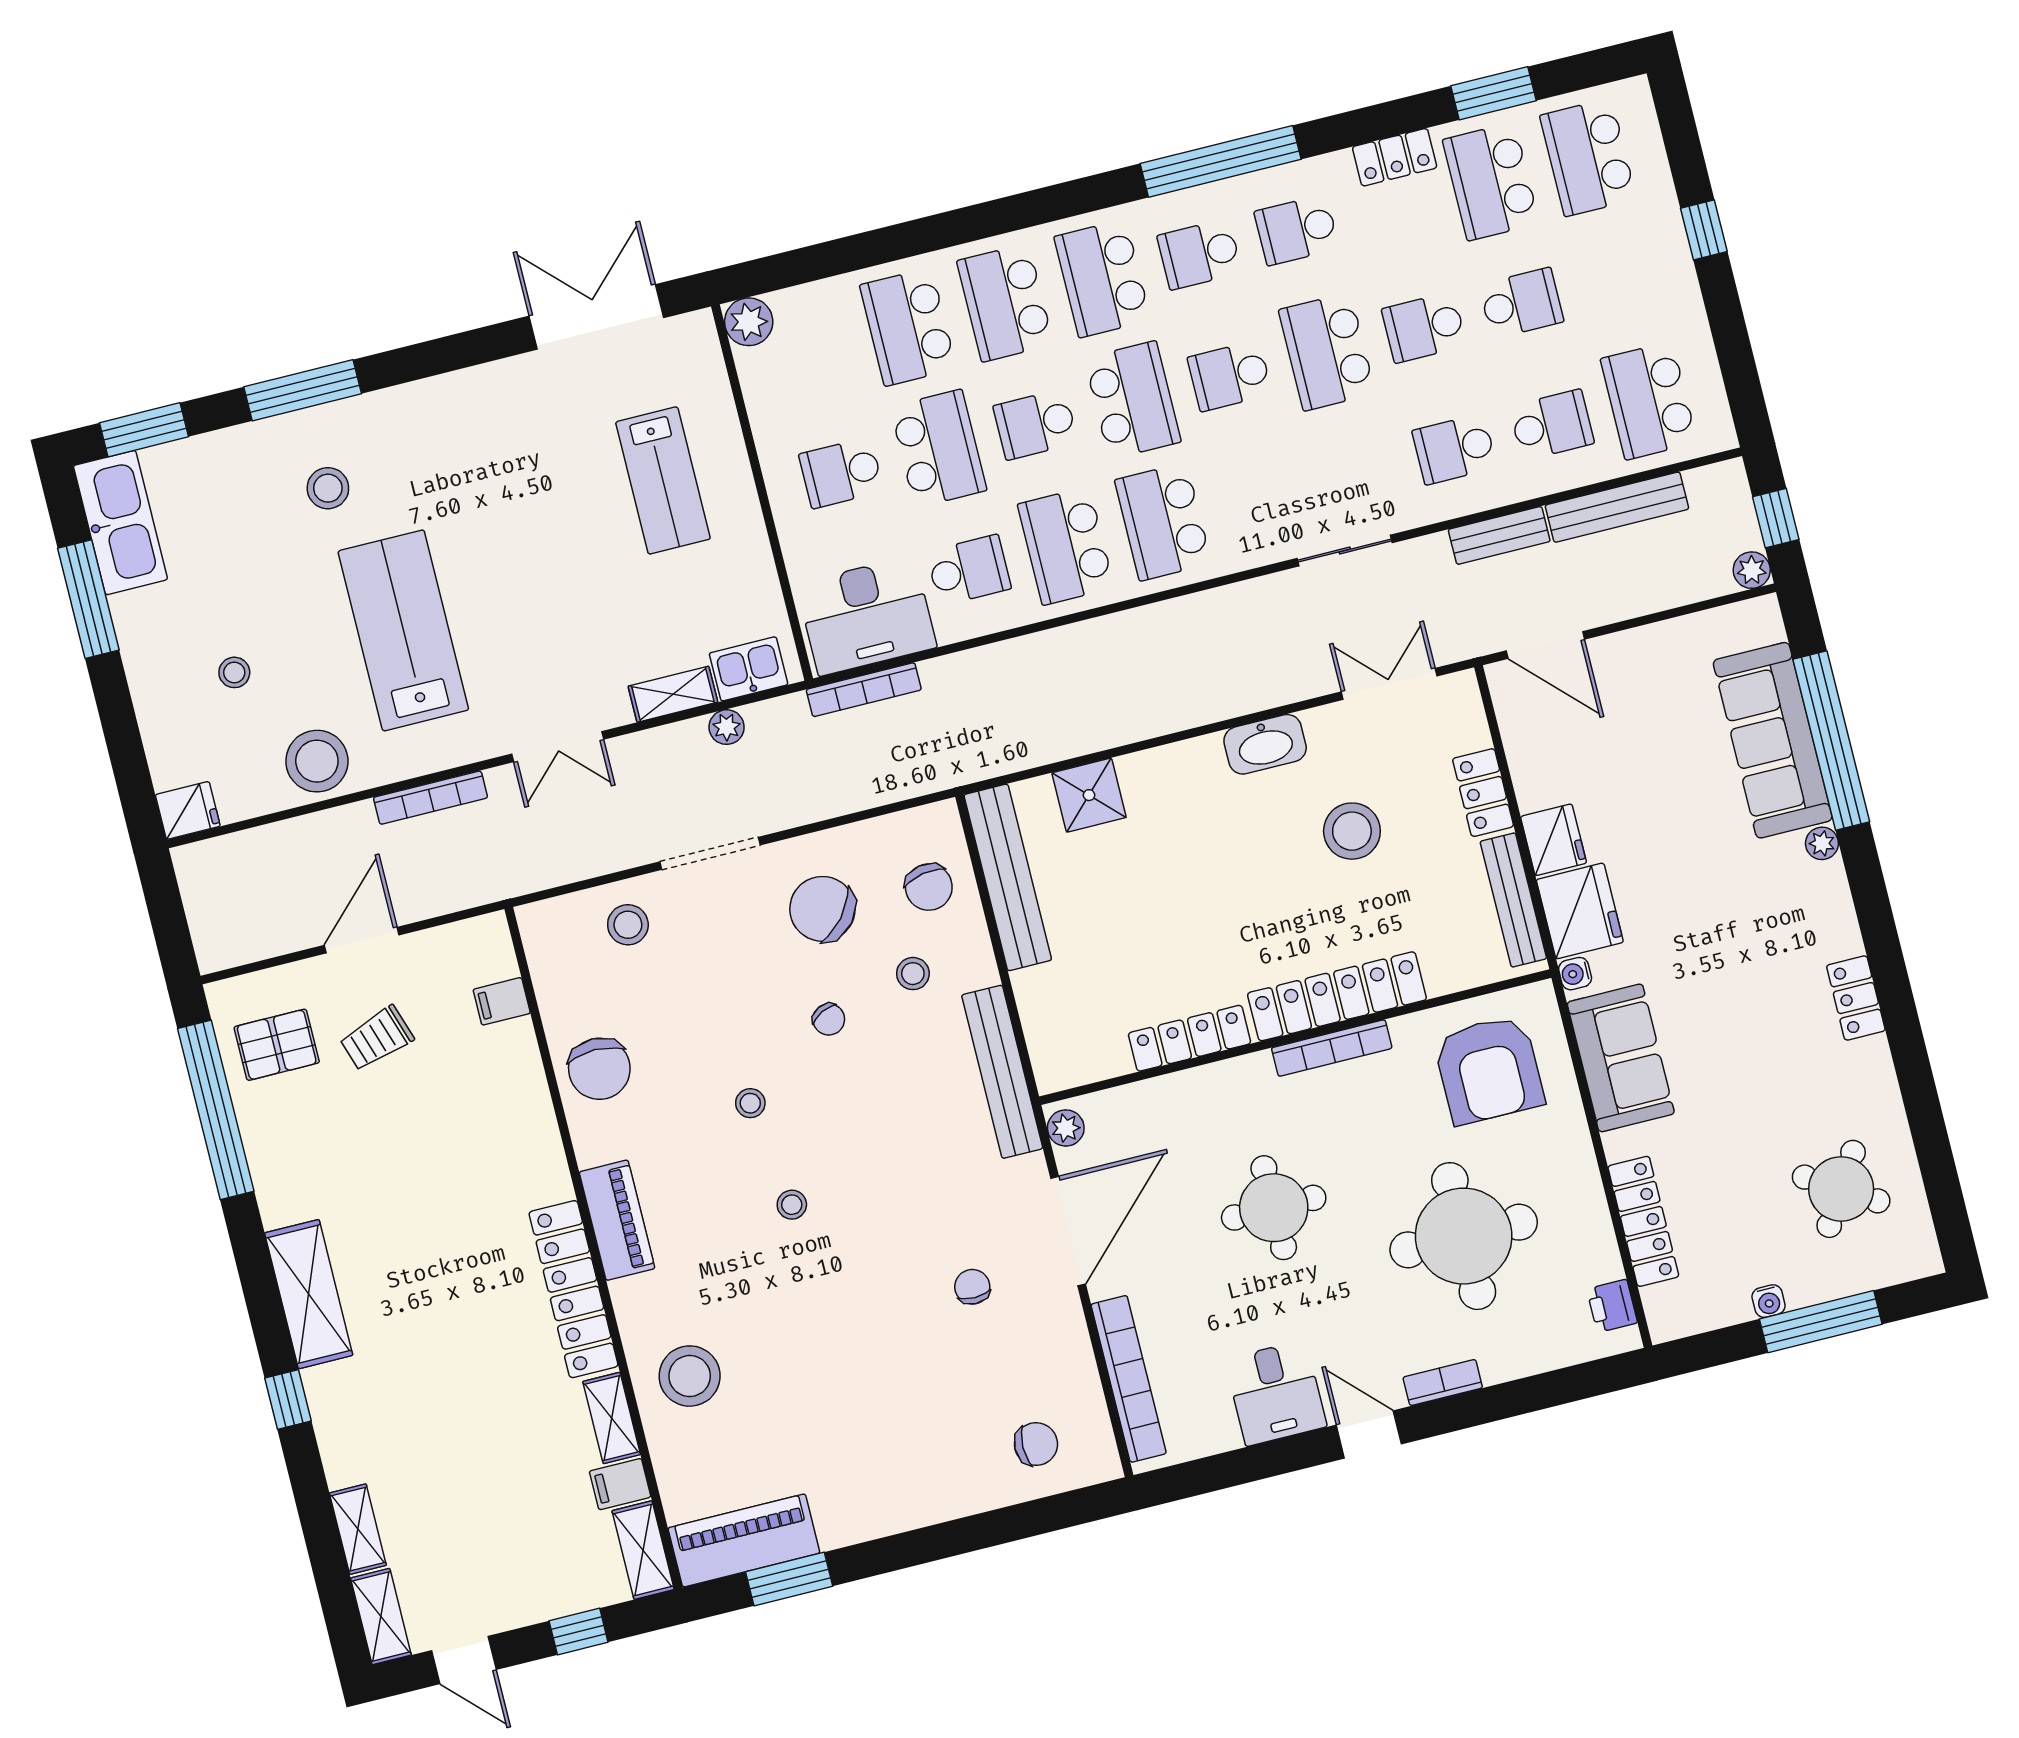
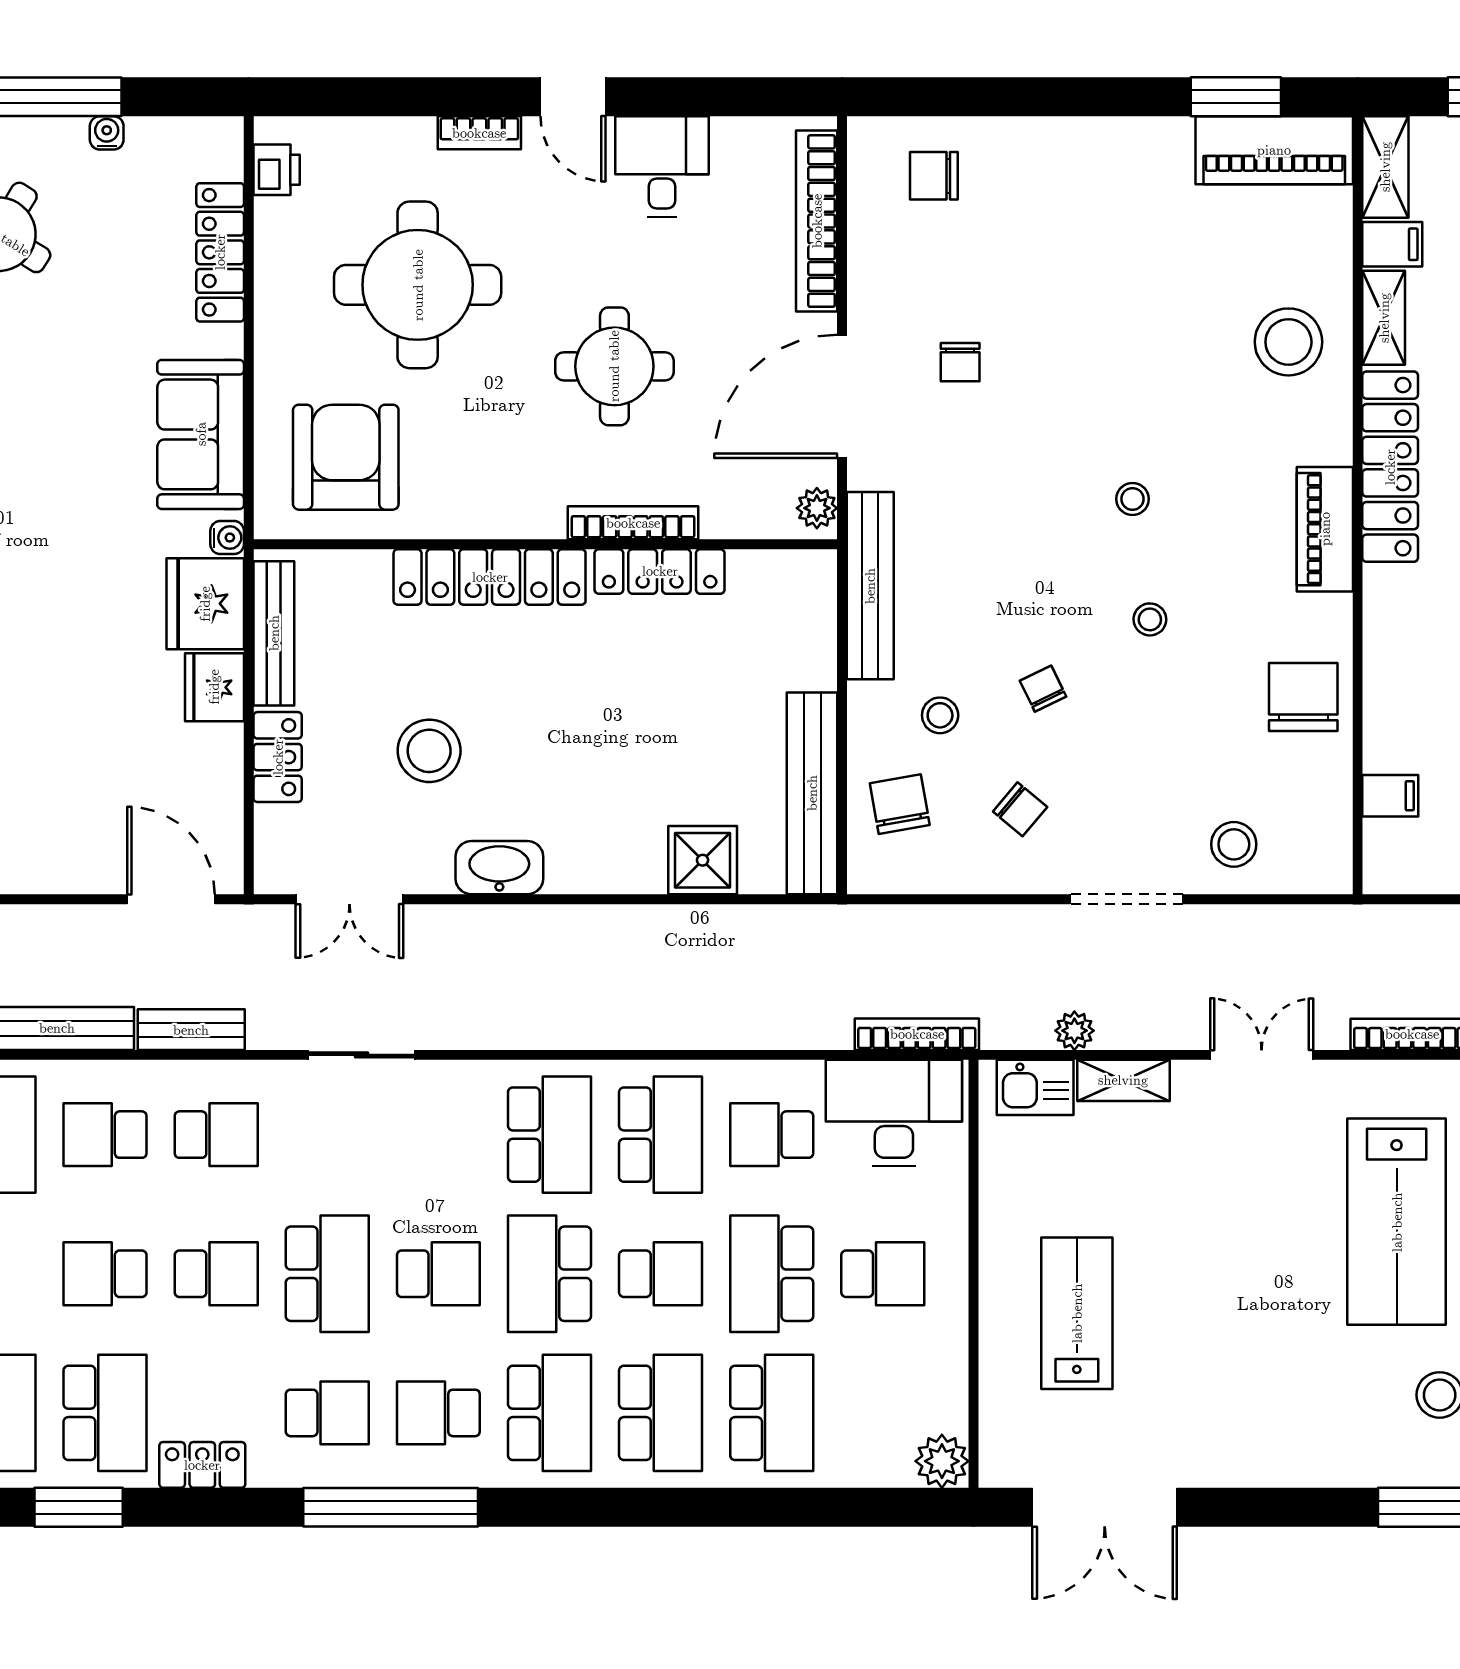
school desk: (1199, 254) -> (438, 1413), turned 180
chair: (822, 909) -> (1020, 809), width x0.54, depth x0.54
bookcase: (1332, 1048) -> (633, 523), moved

